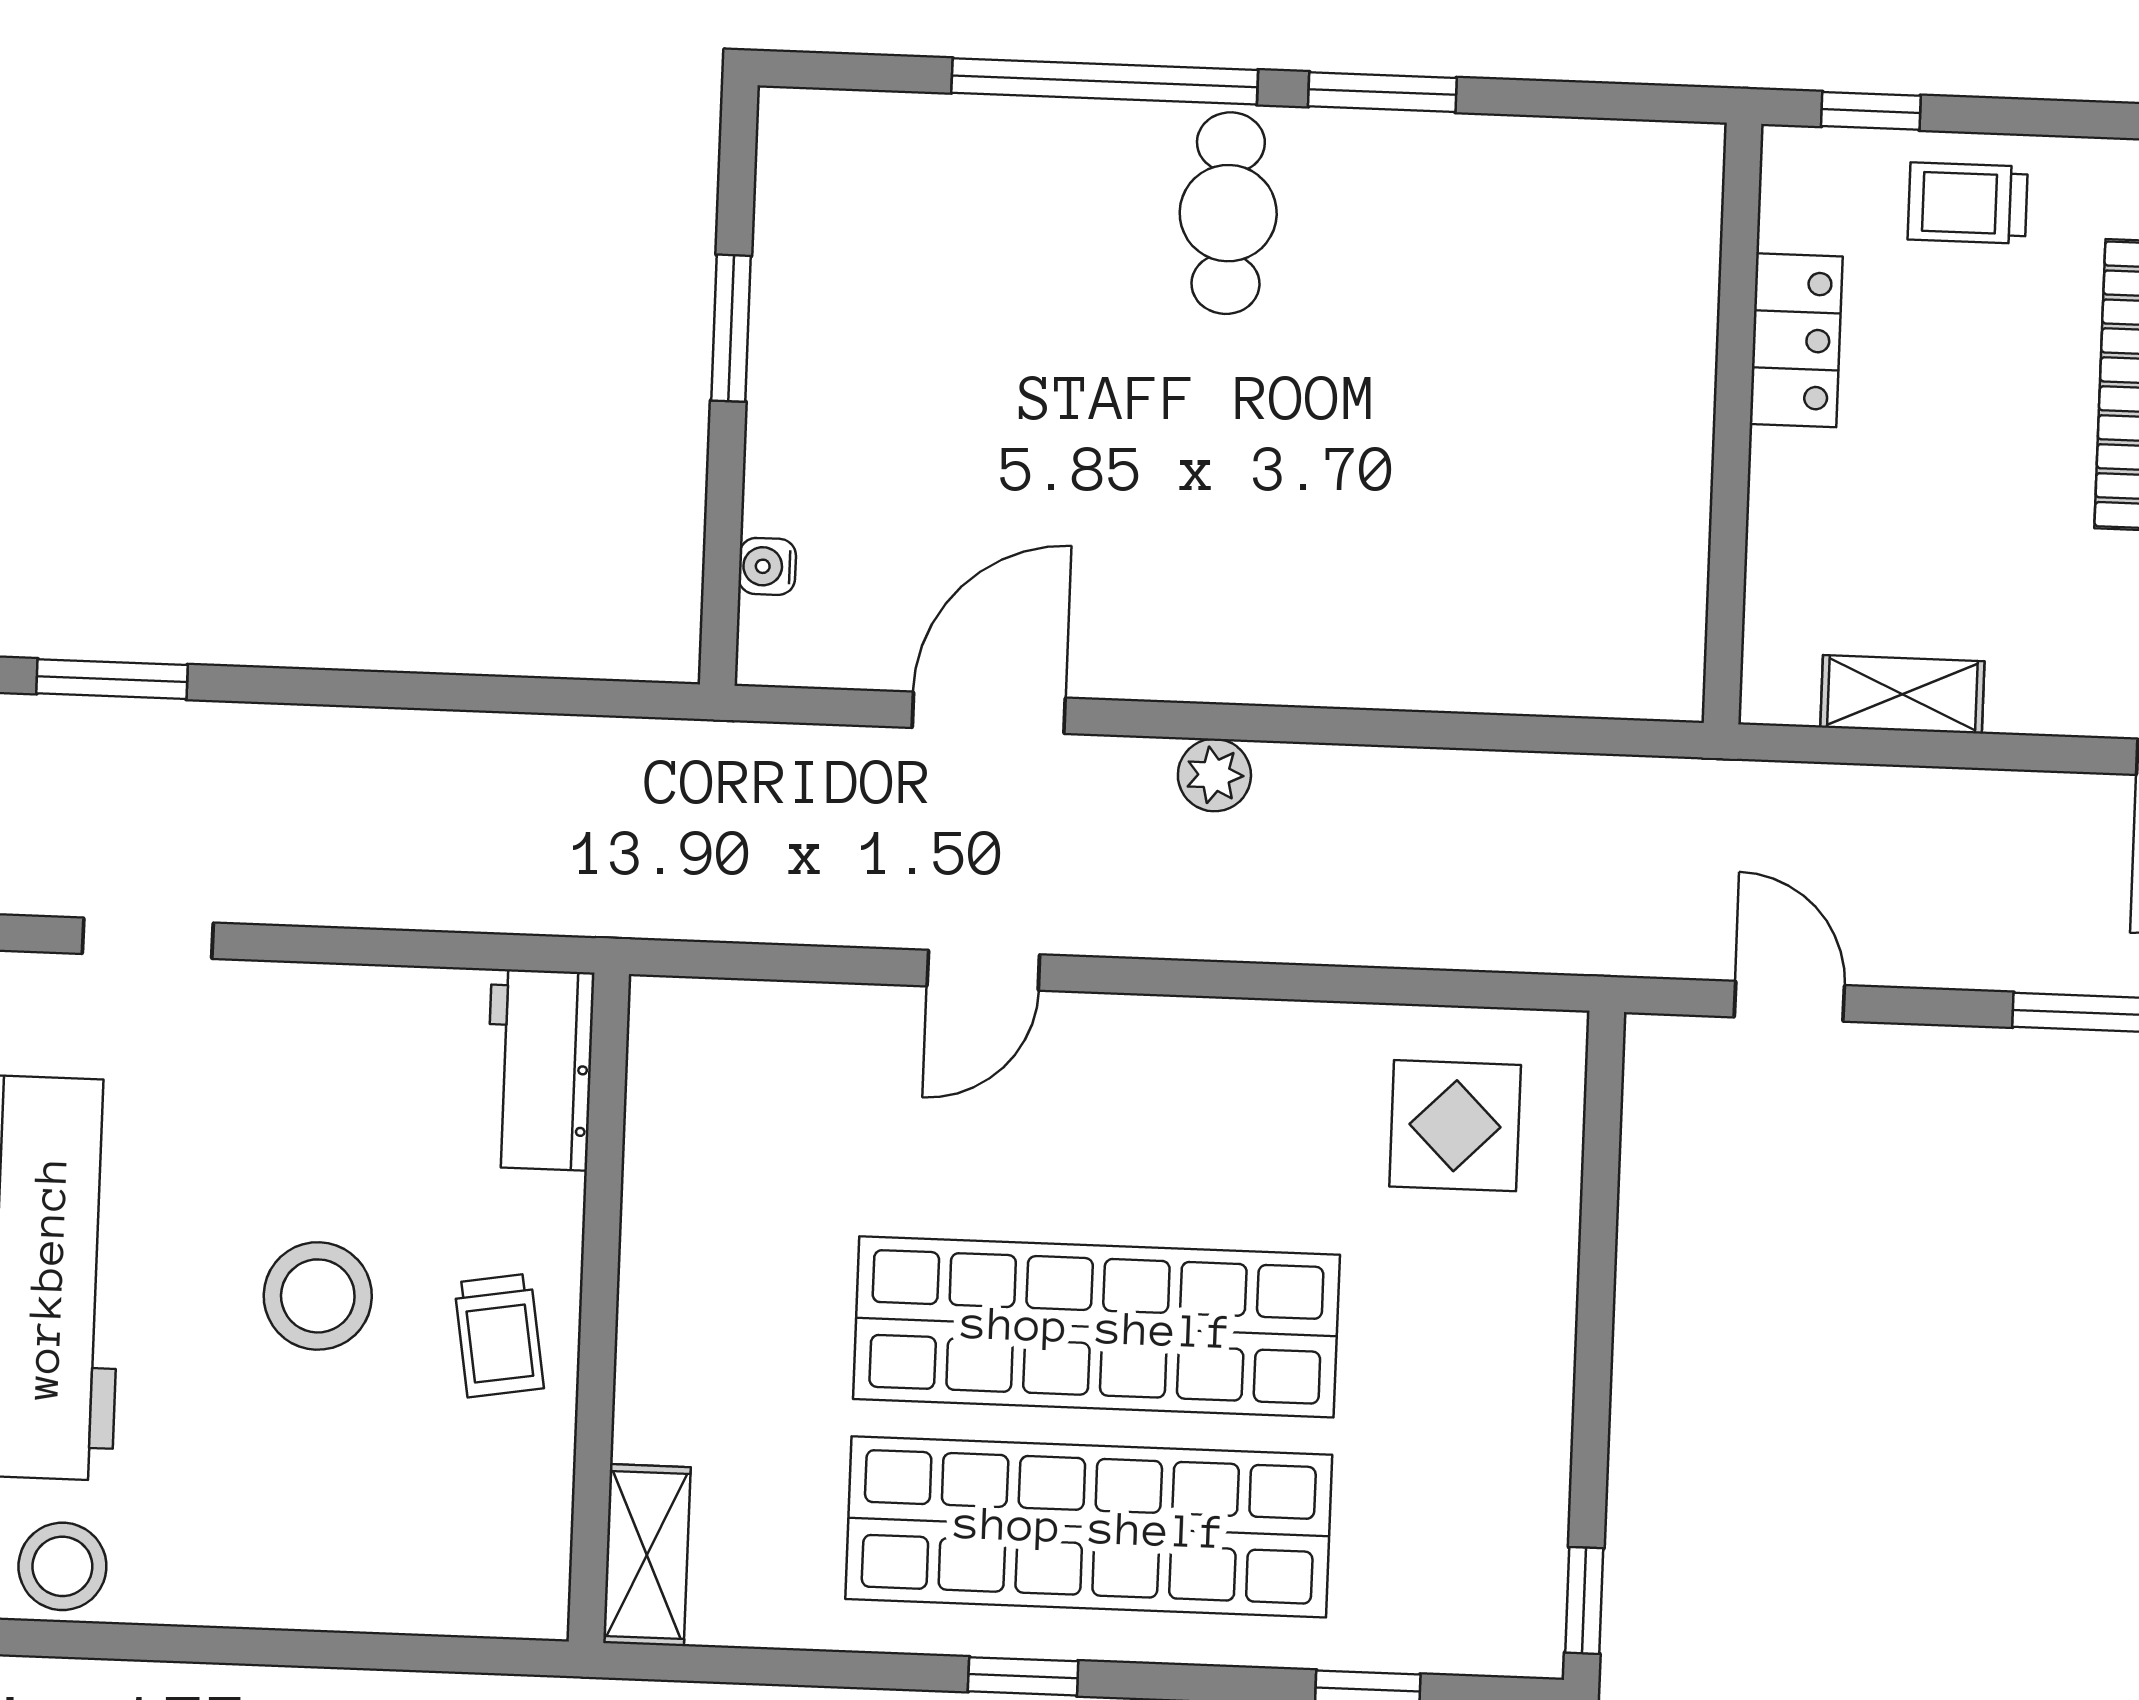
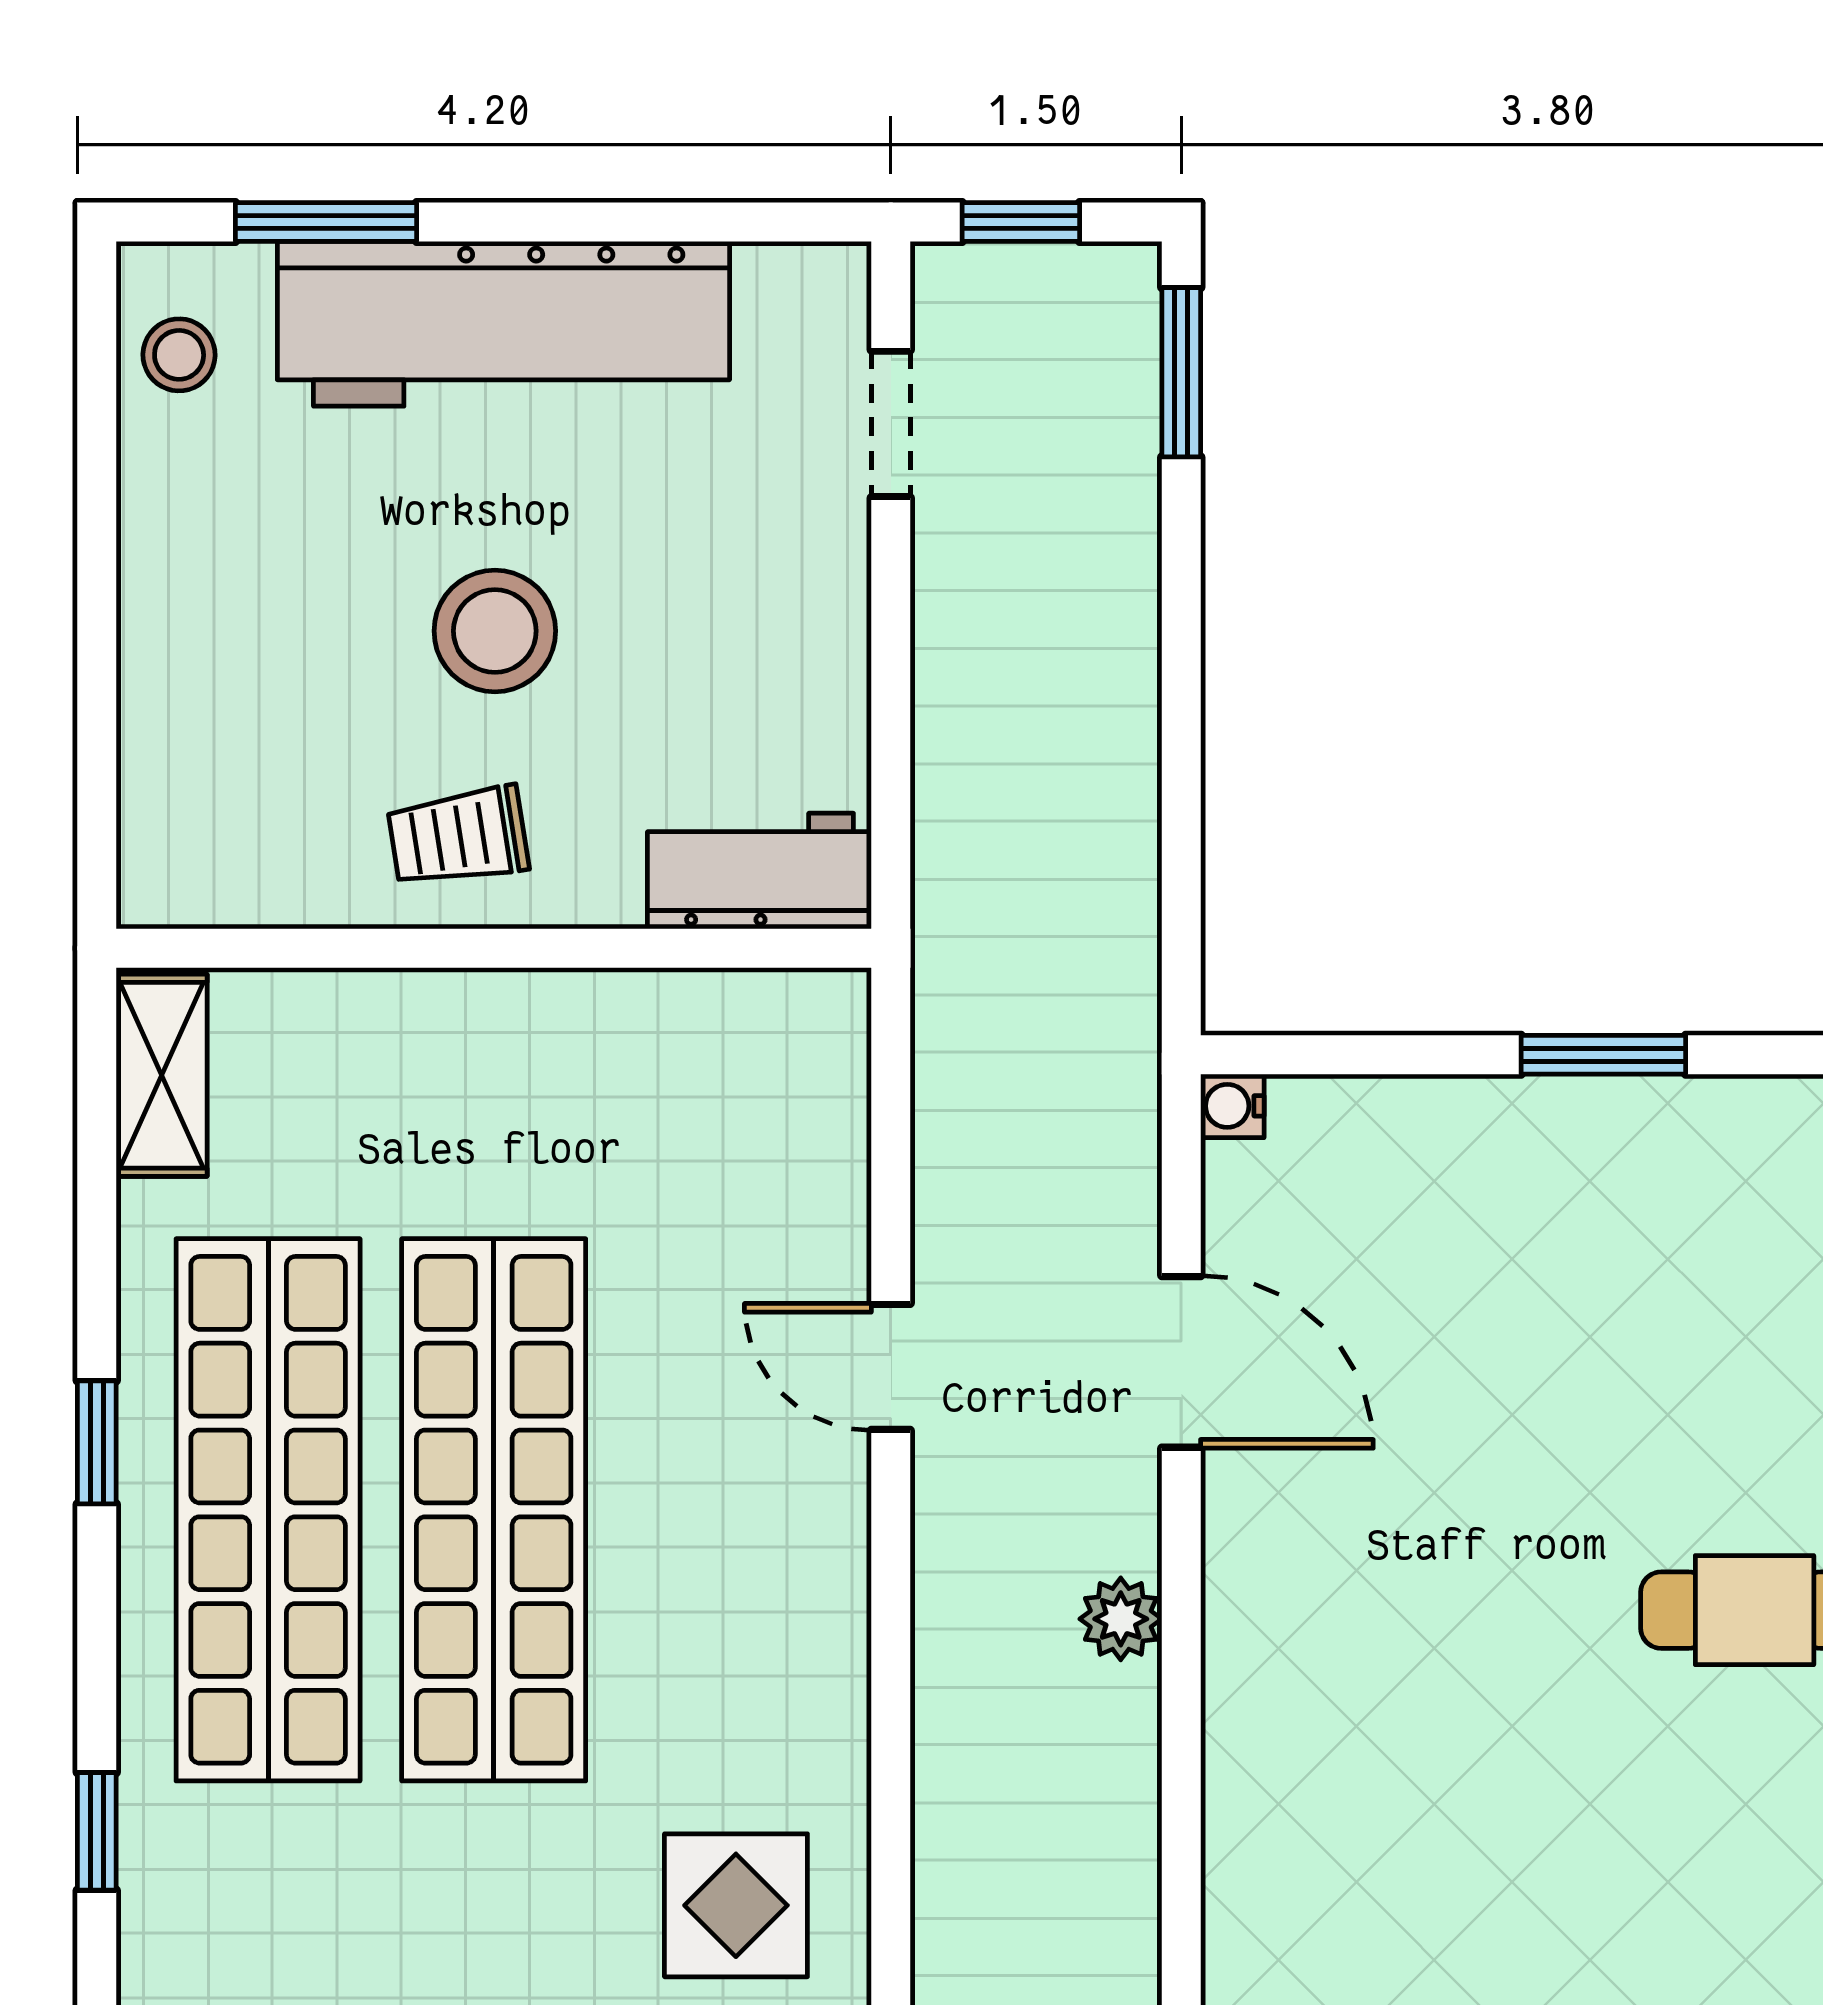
water cooler: (767, 566) -> (1232, 1106), moved, turned -90
shelving: (647, 1555) -> (162, 1075), moved, turned 90
stool: (62, 1566) -> (179, 355), width x0.73, depth x0.73

